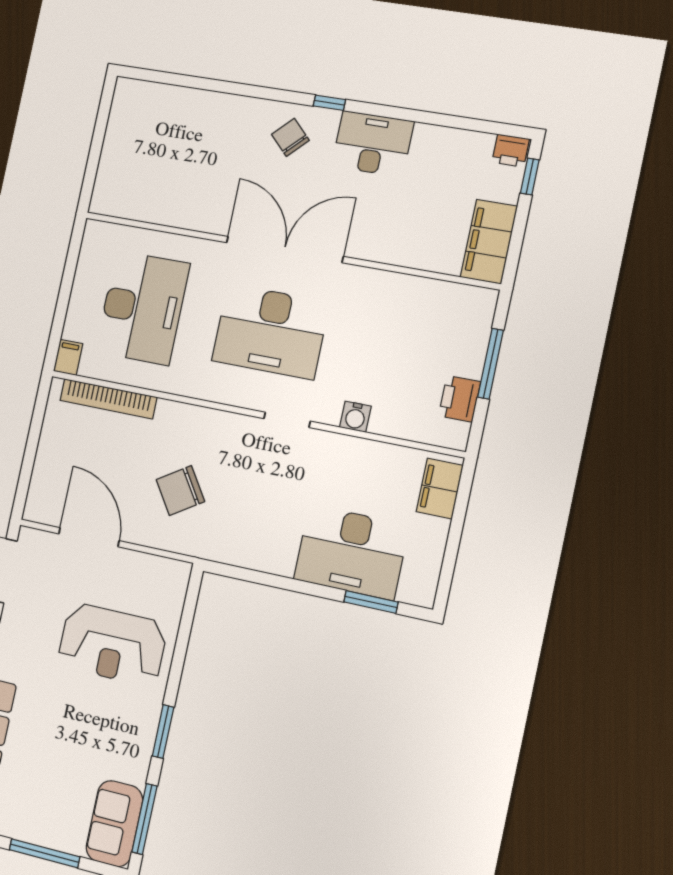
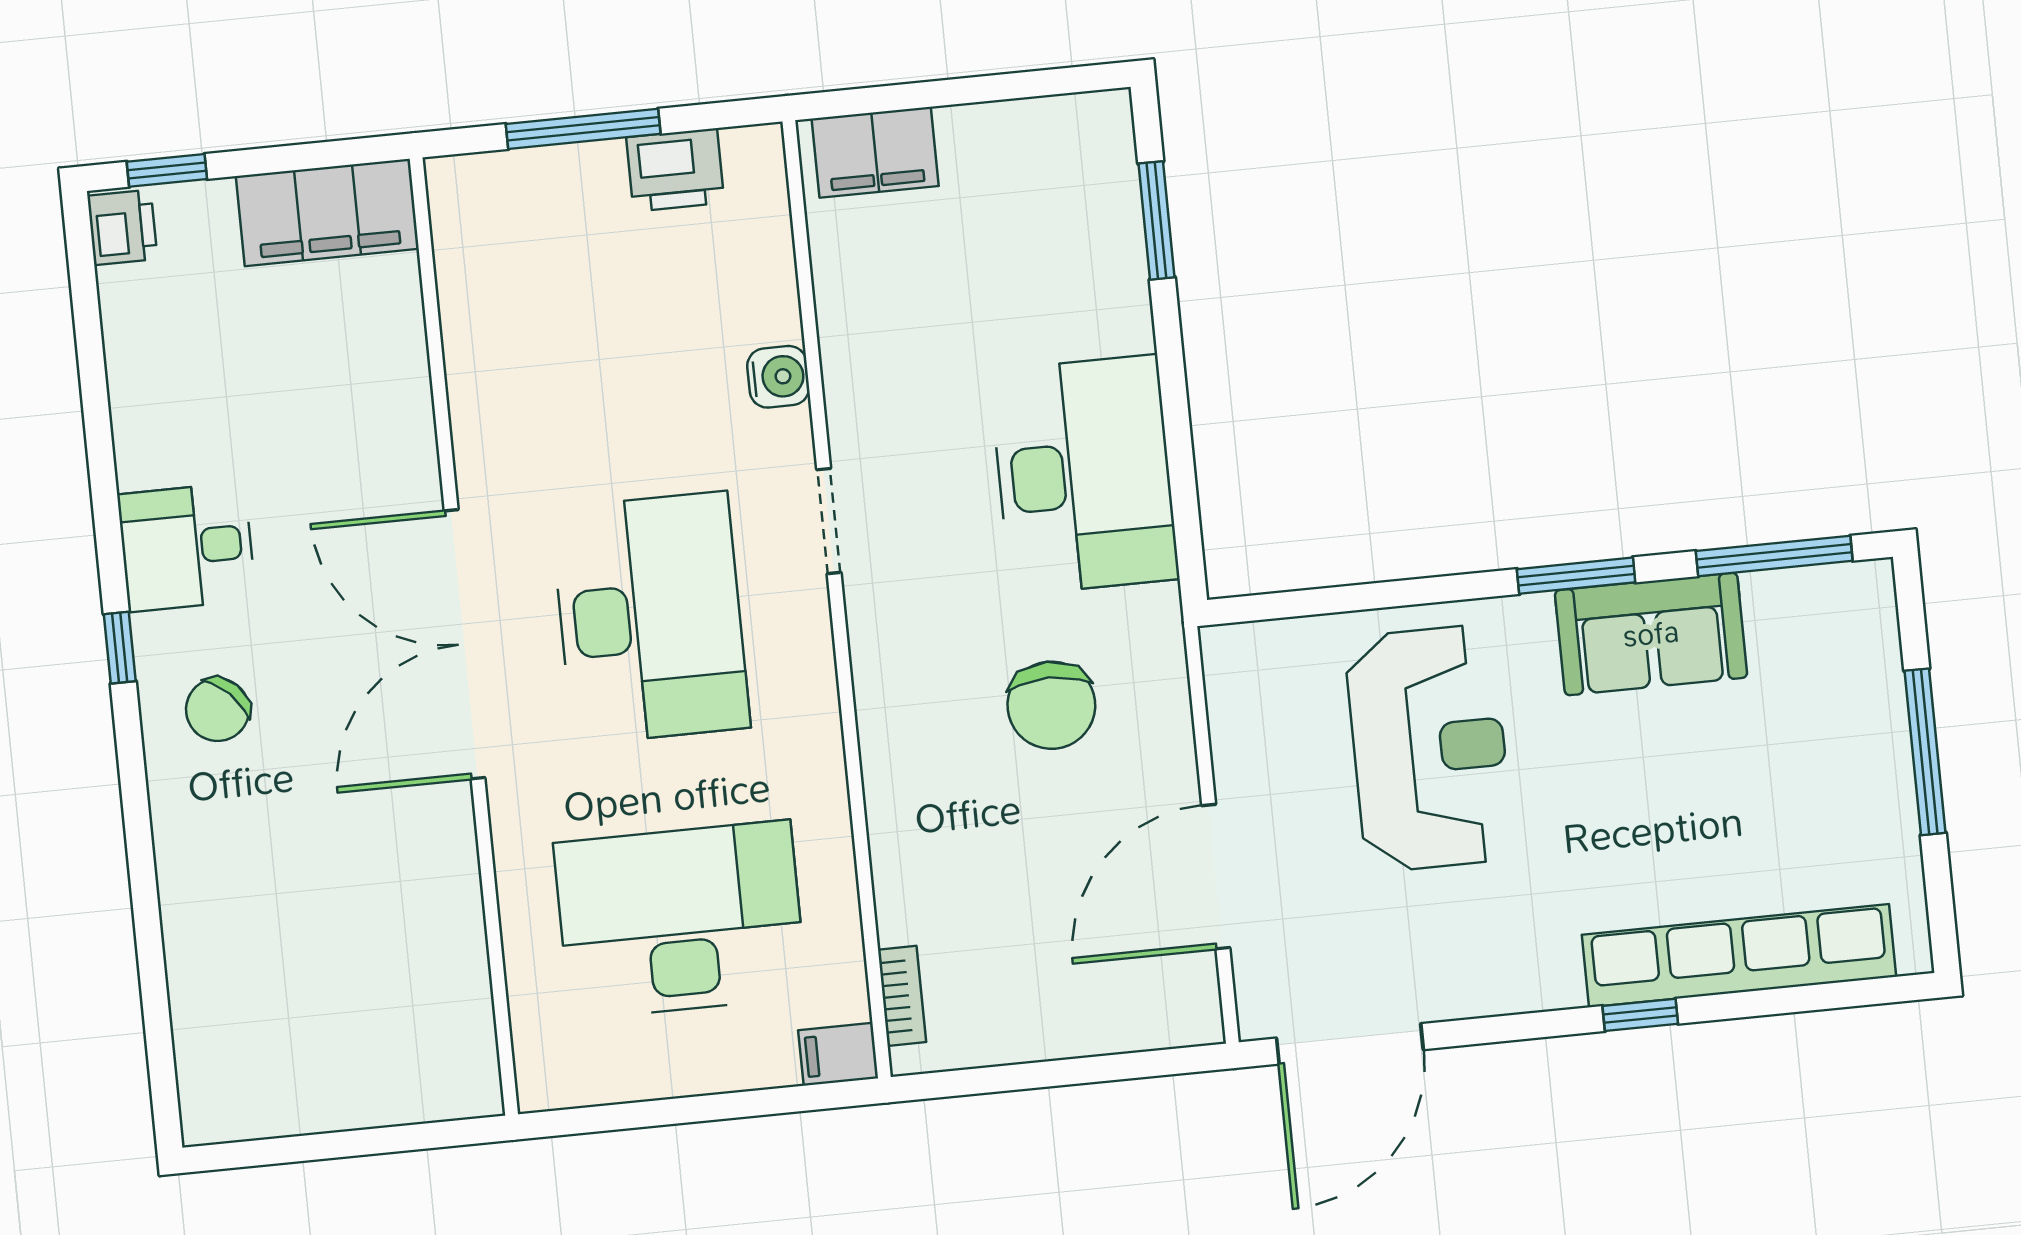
desk: (373, 144) -> (187, 547), width x0.73
bookcase: (108, 399) -> (902, 996), width x0.43, depth x0.76
chair: (180, 491) -> (1051, 705), turned 33
desk: (351, 552) -> (1084, 475), moved
sofa: (114, 824) -> (1651, 634), moved

